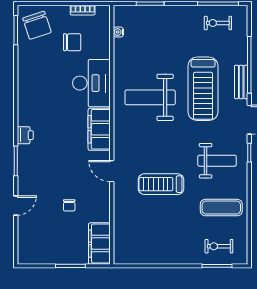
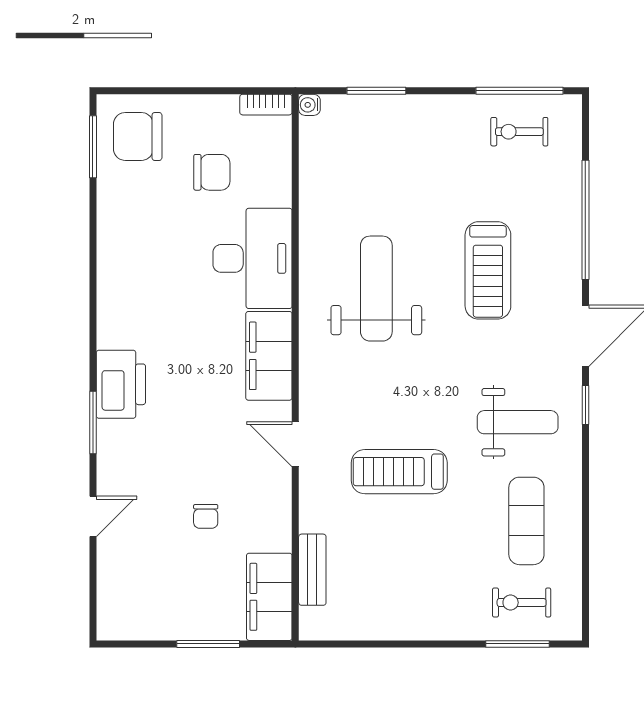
bookcase: (83, 10) -> (266, 105), moved
chair: (37, 25) -> (138, 136), turned 108
water cooler: (118, 32) -> (309, 105), moved
bench: (241, 82) -> (312, 570), moved
treadmill: (203, 89) -> (488, 270), width x0.73, depth x0.73
weight bench: (150, 97) -> (376, 289), turned 90
printer: (25, 135) -> (121, 384), width x1.87, depth x1.48
exercise mat: (221, 208) -> (526, 521), turned 90

